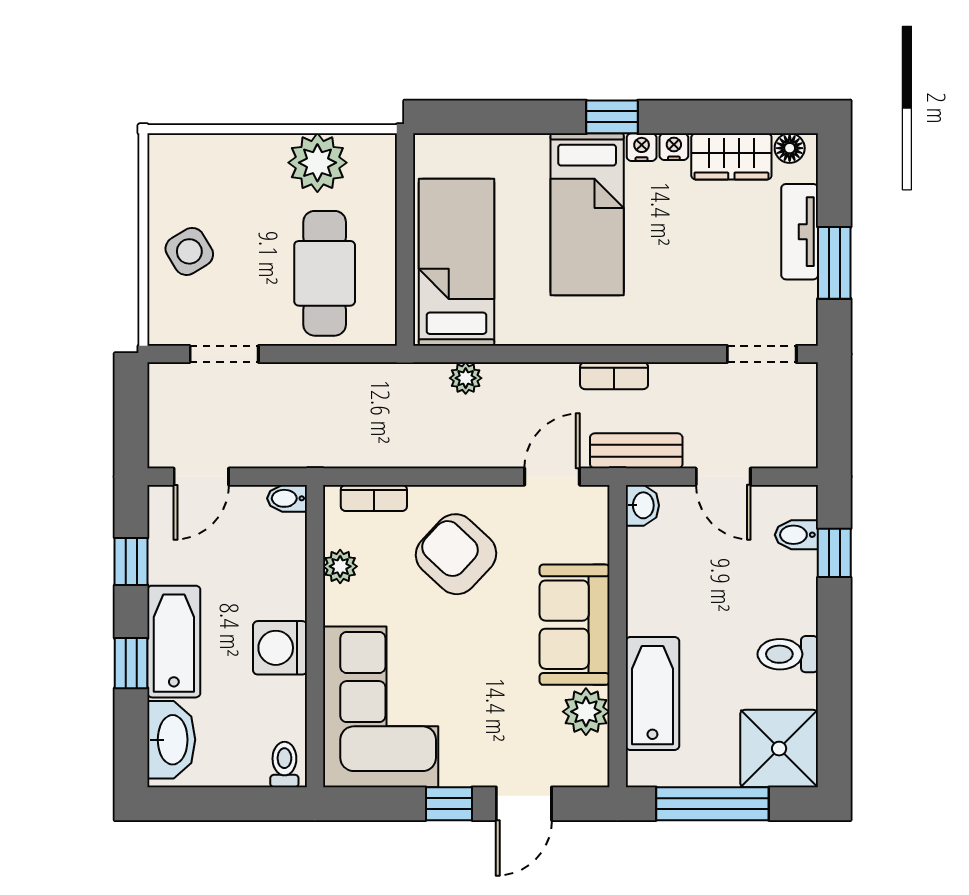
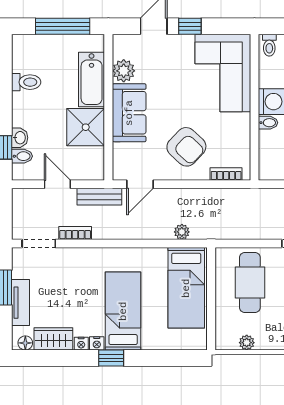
plant: (317, 163) -> (247, 343), width x0.53, depth x0.53
bookcase: (614, 376) -> (75, 233), moved
bidet: (287, 498) -> (268, 123), moved
washbasin: (642, 505) -> (20, 138), moved, turned 180
plant: (340, 566) -> (242, 141), removed
toilet: (788, 654) -> (26, 82), moved
shower: (779, 749) -> (86, 127), moved

